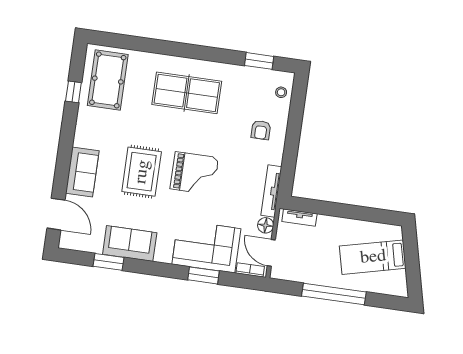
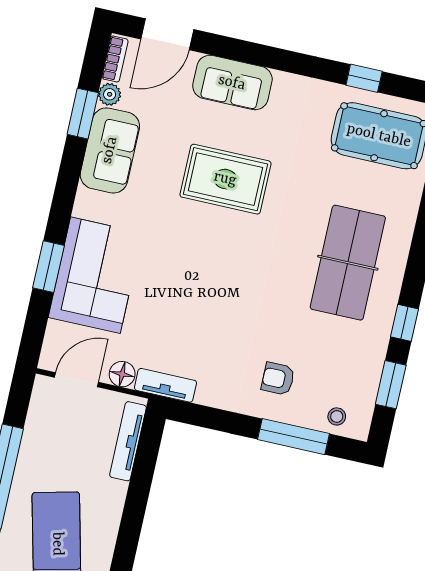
window: (221, 55) -> (404, 323), added
window: (295, 118) -> (293, 437), added
grand piano: (194, 173) -> (216, 265), removed
tv unit: (271, 191) -> (165, 385), width x0.71
tv unit: (299, 218) -> (128, 441), width x1.41
plant: (95, 246) -> (110, 94), added
bookcase: (250, 270) -> (115, 59), moved

